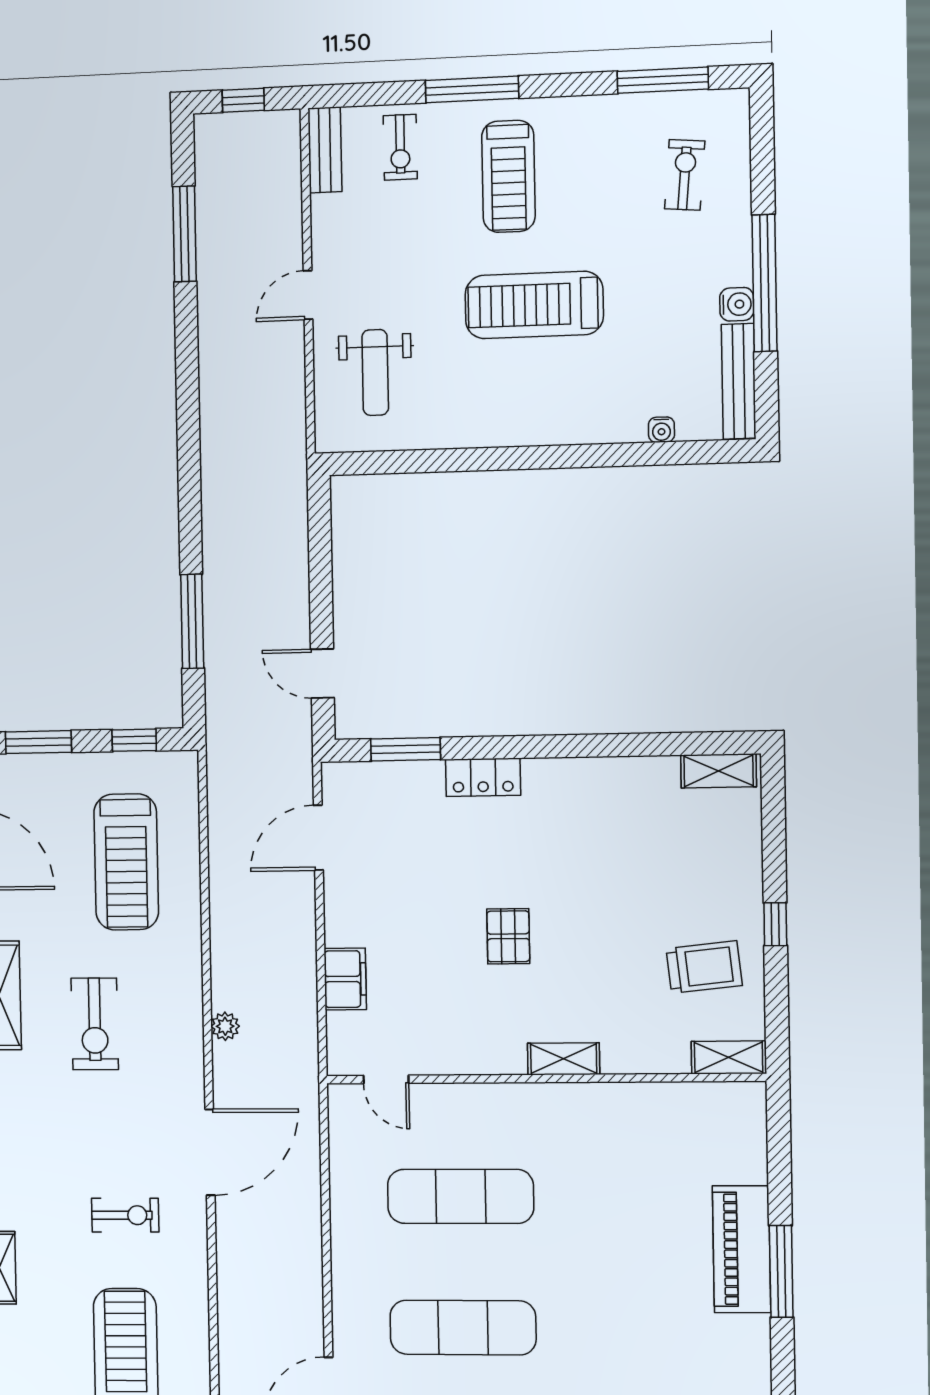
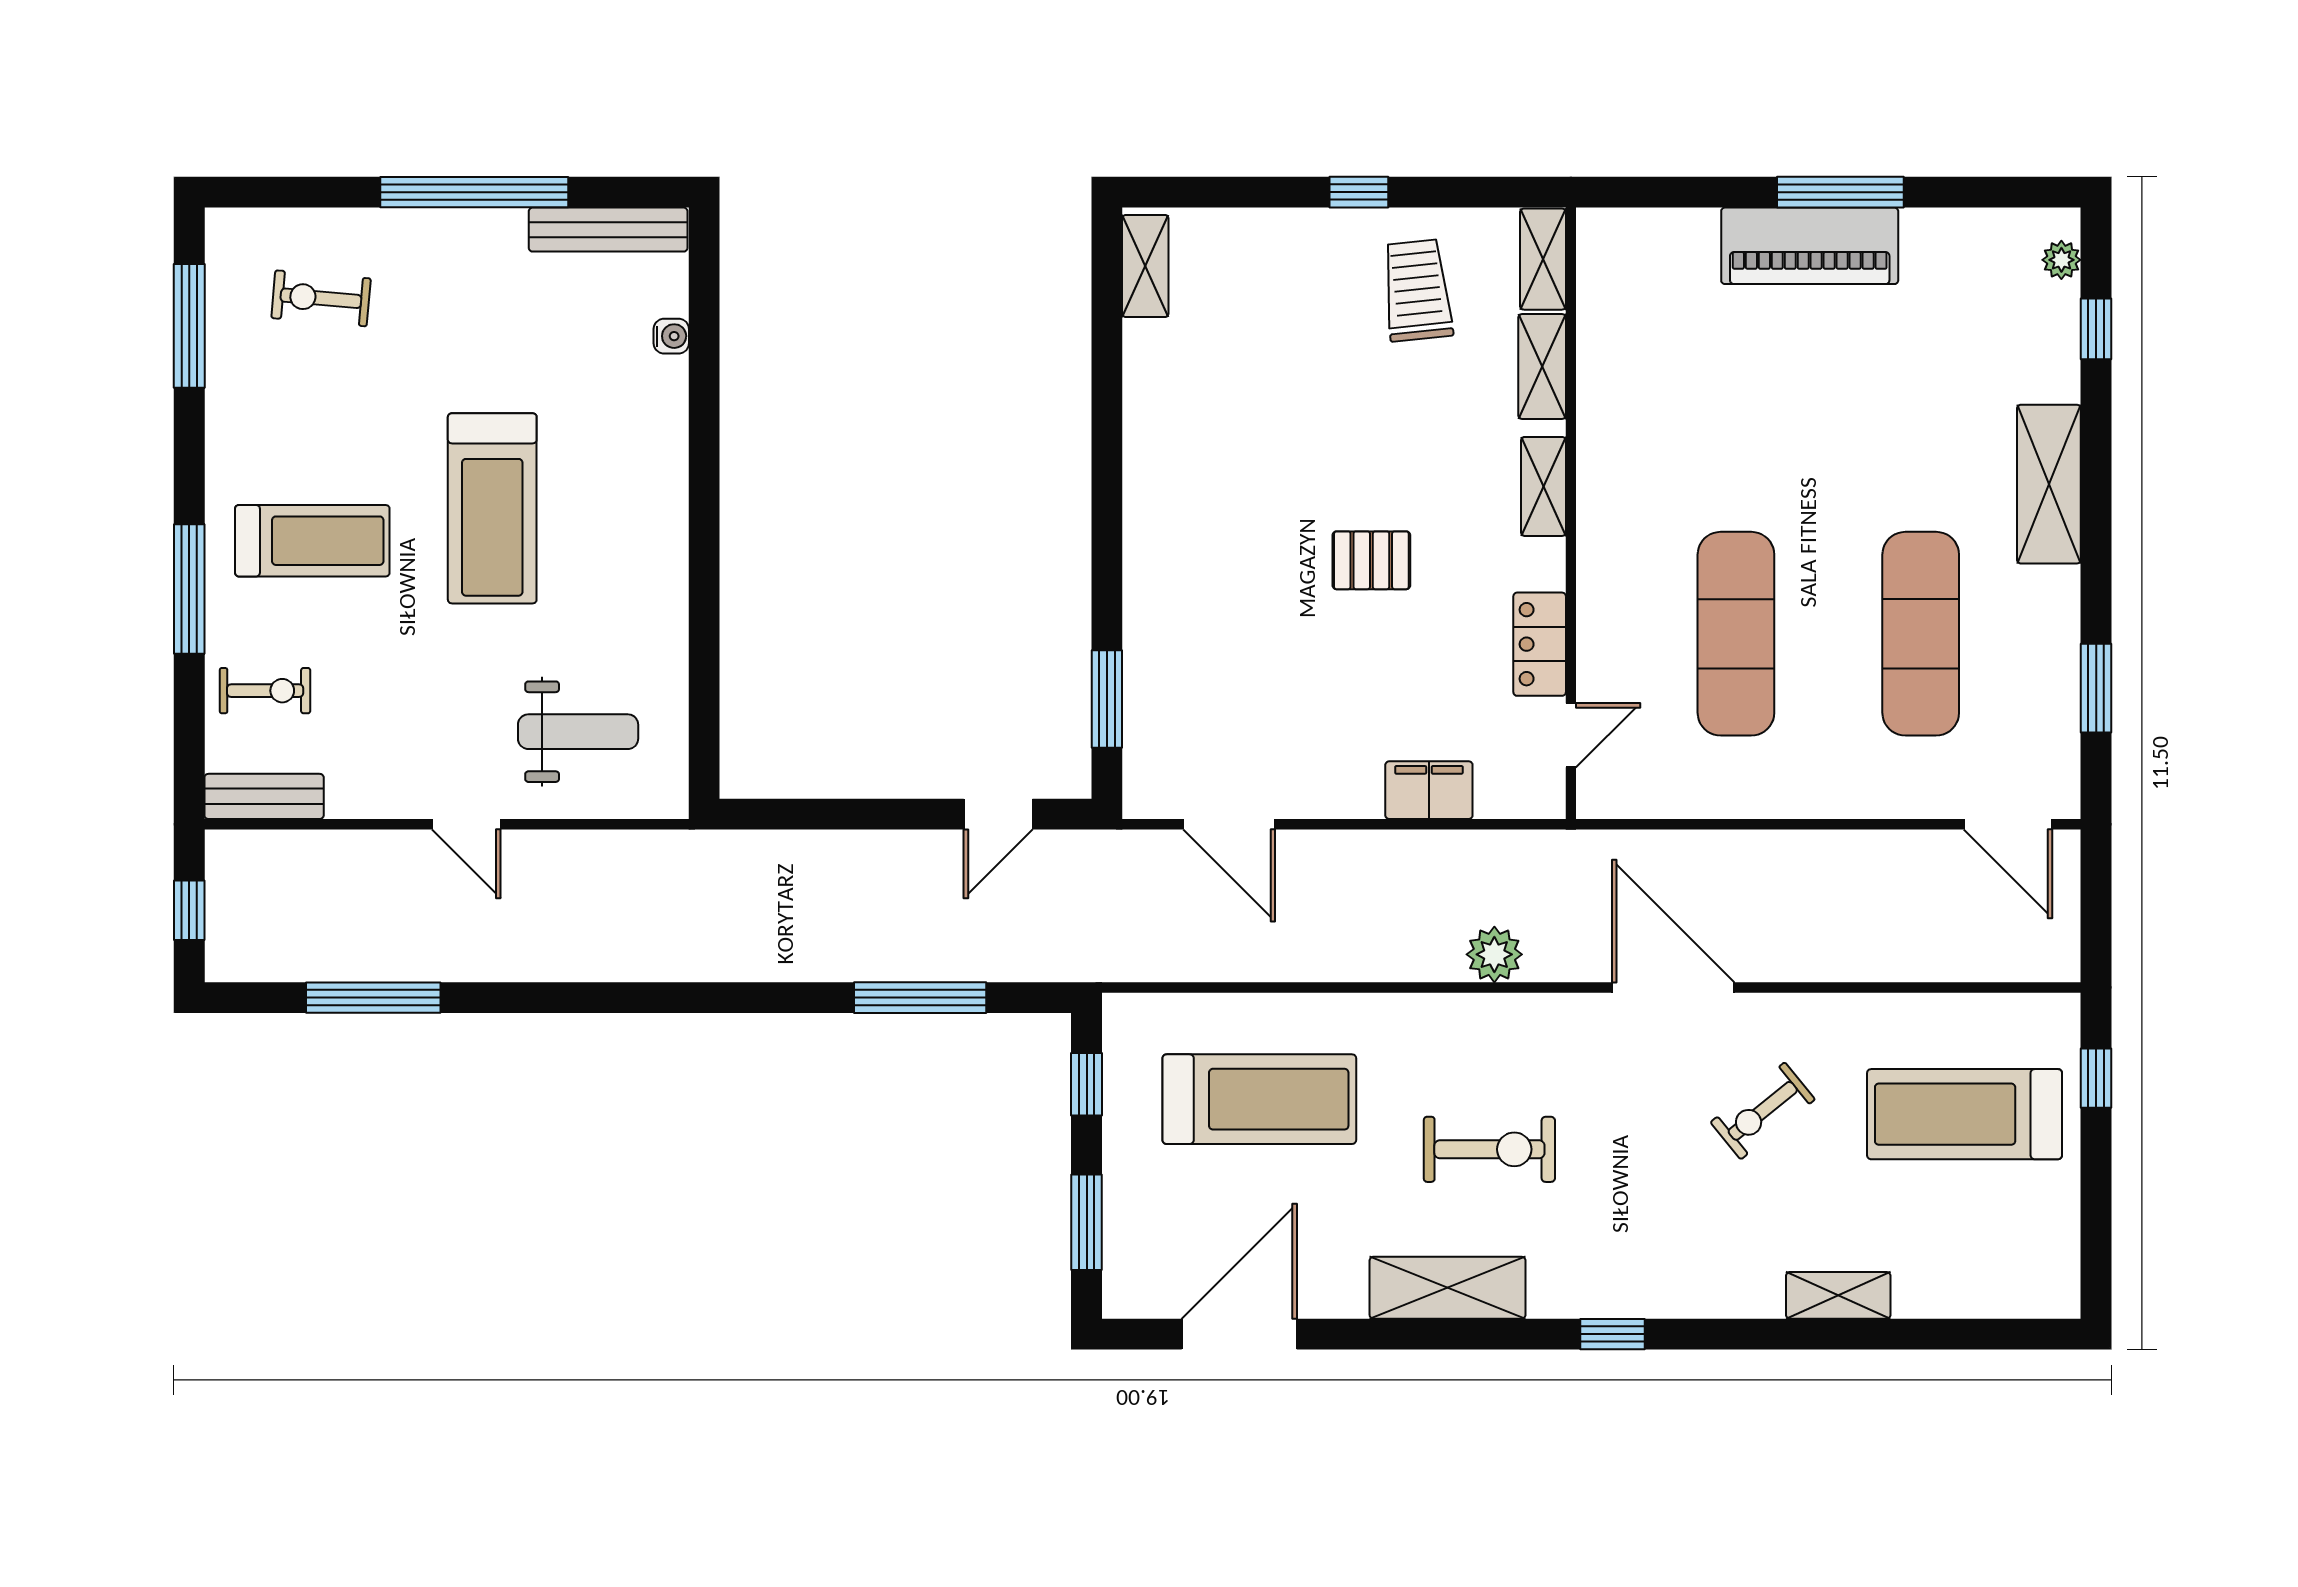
water cooler: (737, 304) -> (502, 230), removed
locker: (483, 777) -> (1540, 644), moved, turned 180
plant: (225, 1026) -> (1494, 954), width x1.38, depth x1.38
shelving: (650, 1057) -> (1542, 366), added
exercise bike: (125, 1215) -> (1763, 1111), turned -129

